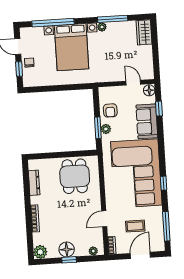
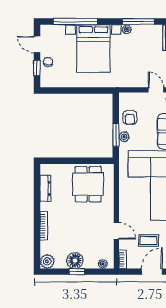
door: (104, 219) -> (116, 231), swing flipped

